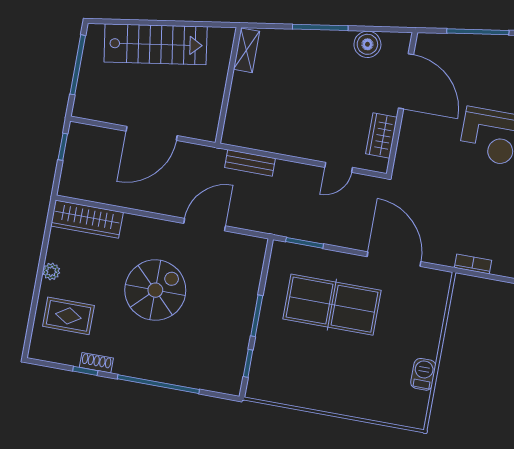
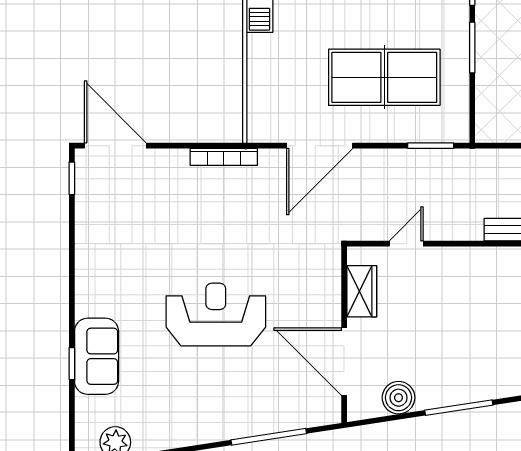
door: (394, 259) -> (320, 146), hinge flipped
bookcase: (473, 264) -> (224, 157), width x1.56

